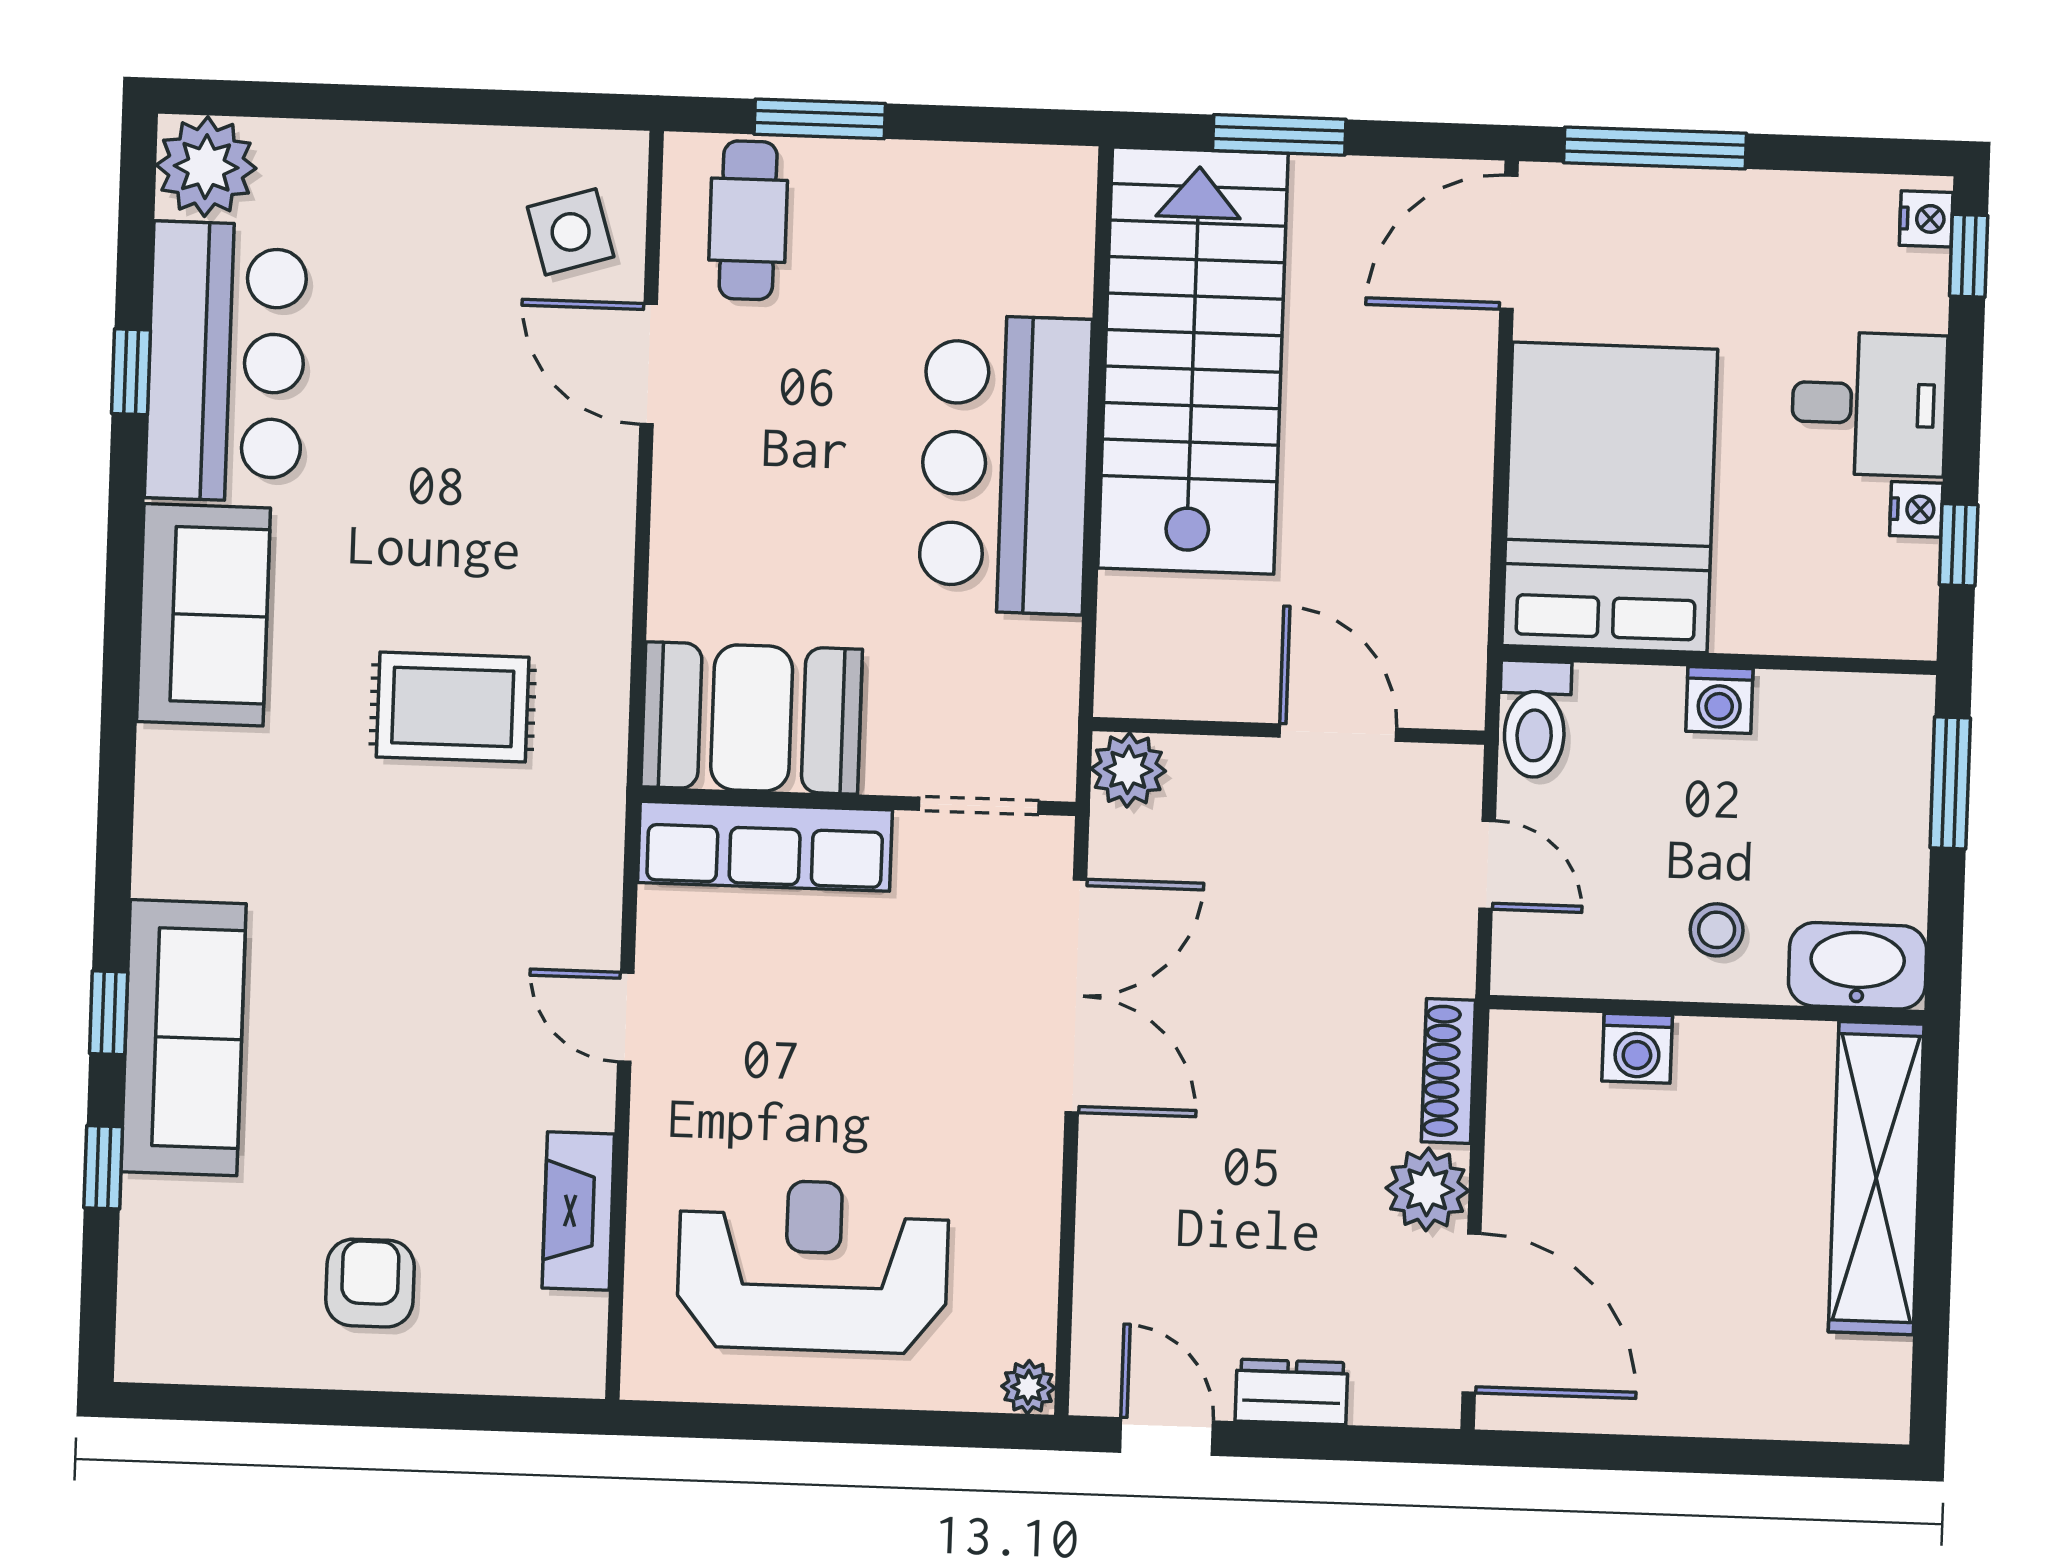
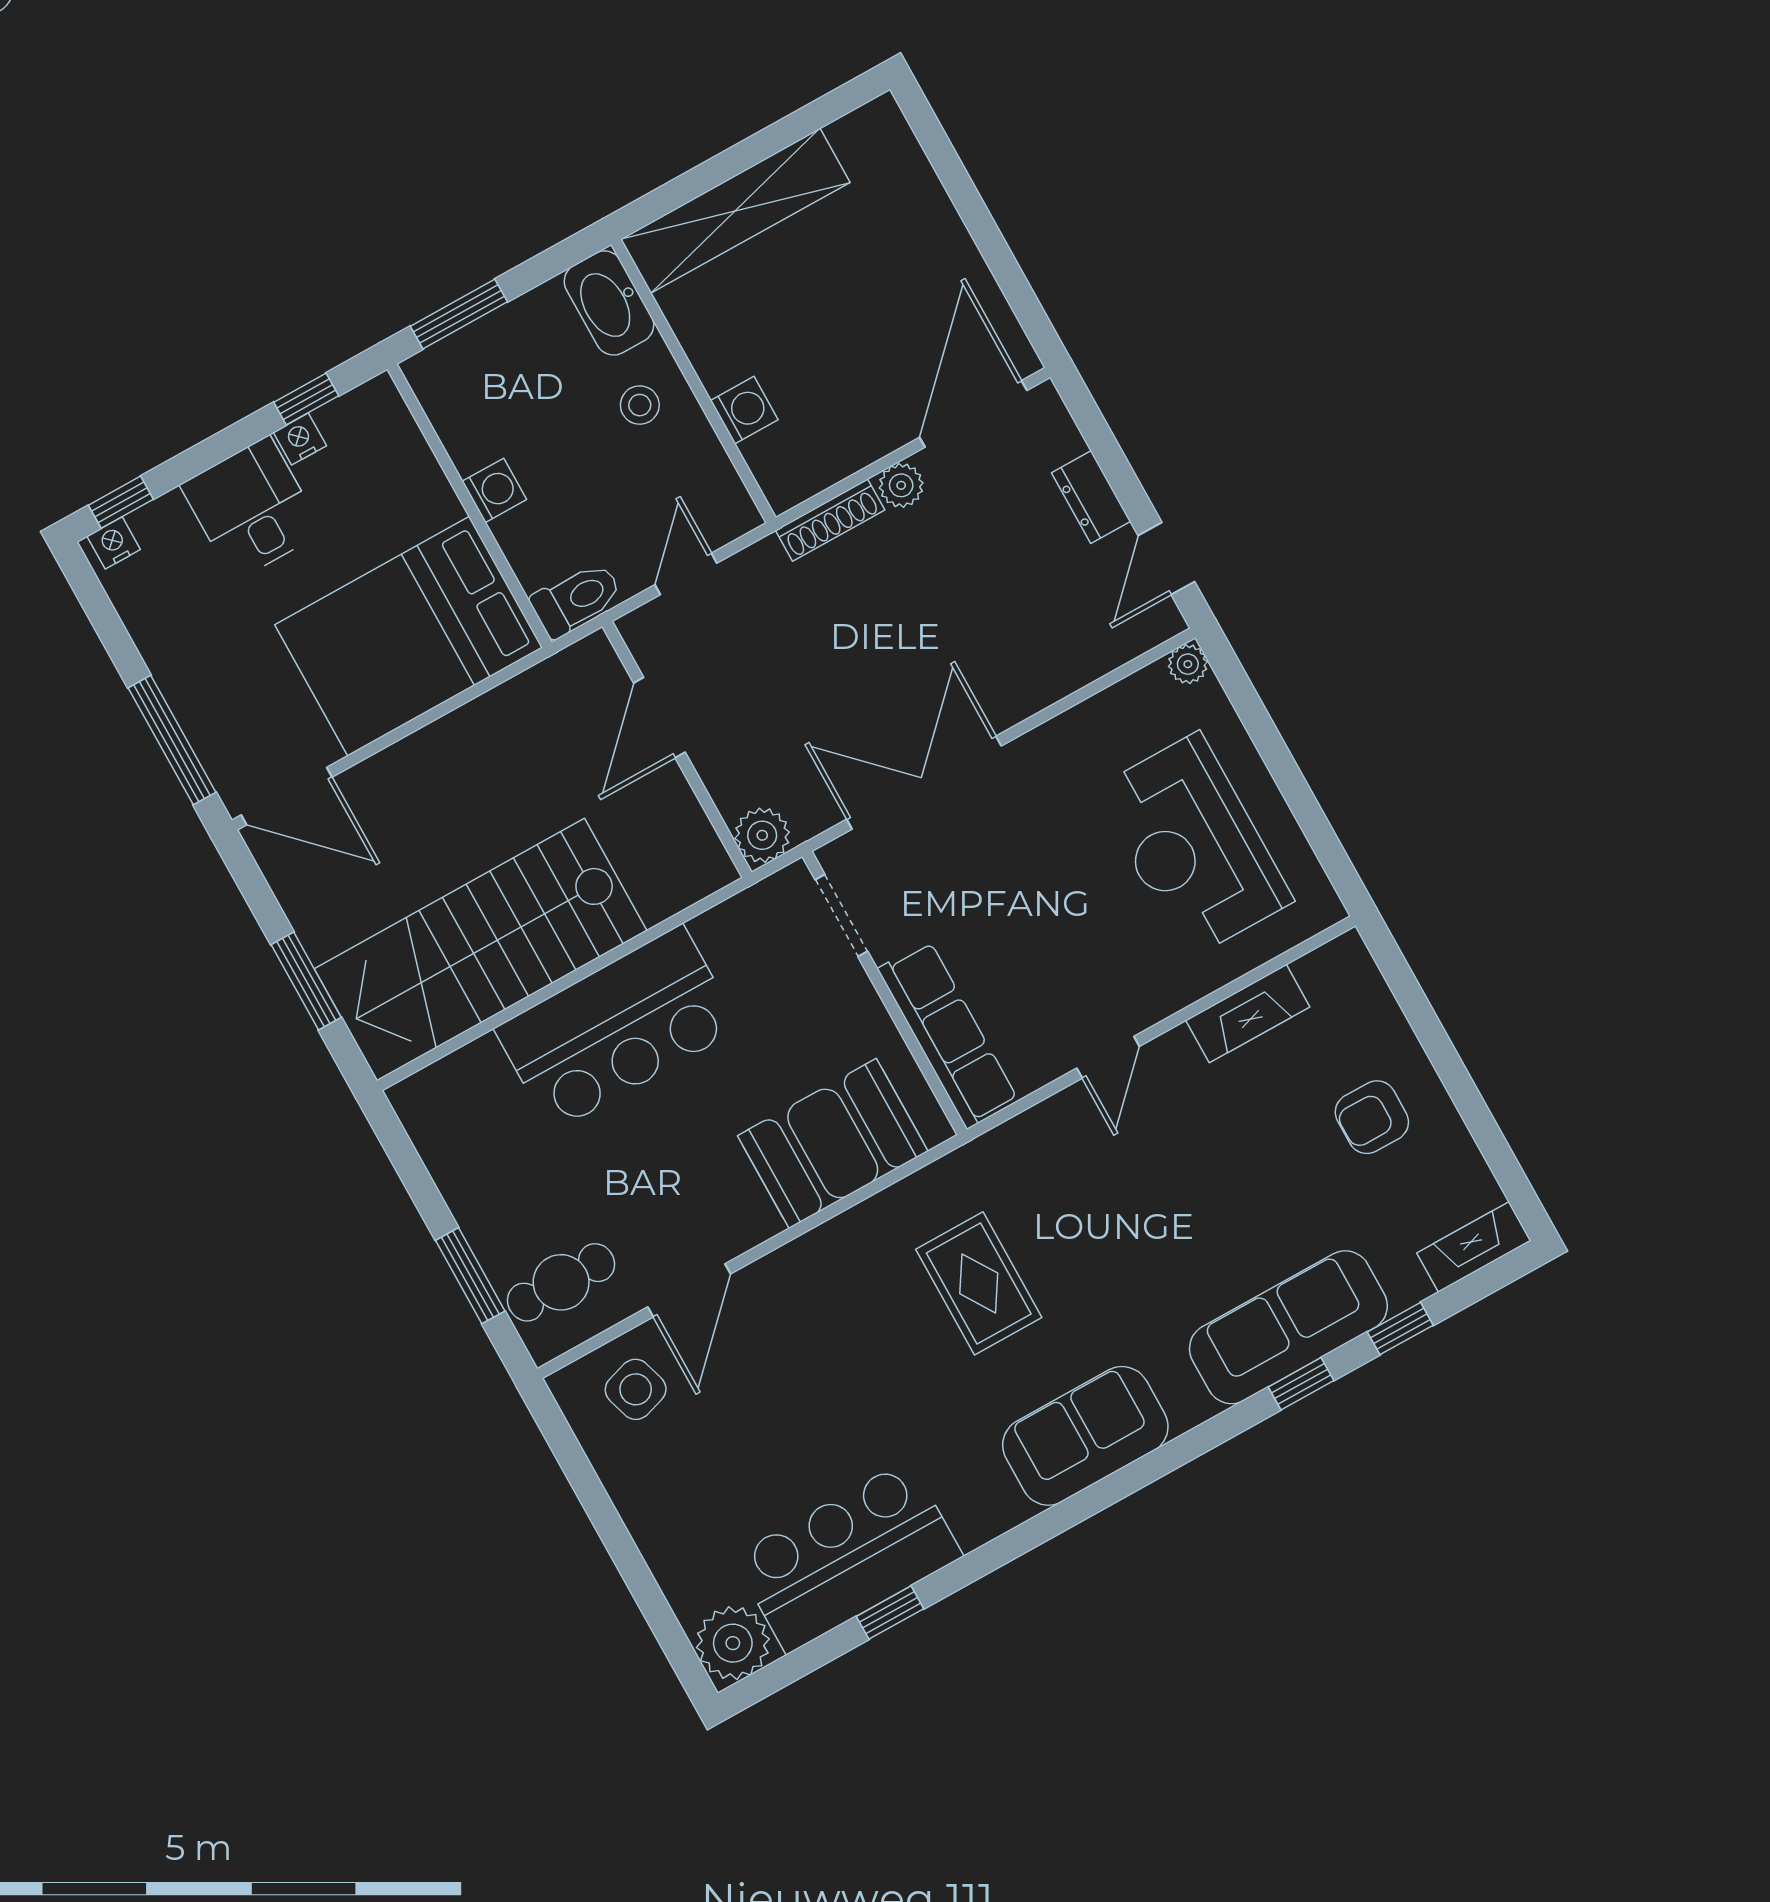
sofa: (204, 615) -> (1085, 1436), moved
booth: (752, 718) -> (833, 1143), moved, turned 90
plant: (1427, 1189) -> (901, 485), width x0.73, depth x0.73
fireplace: (147, 1310) -> (1474, 1247), added

